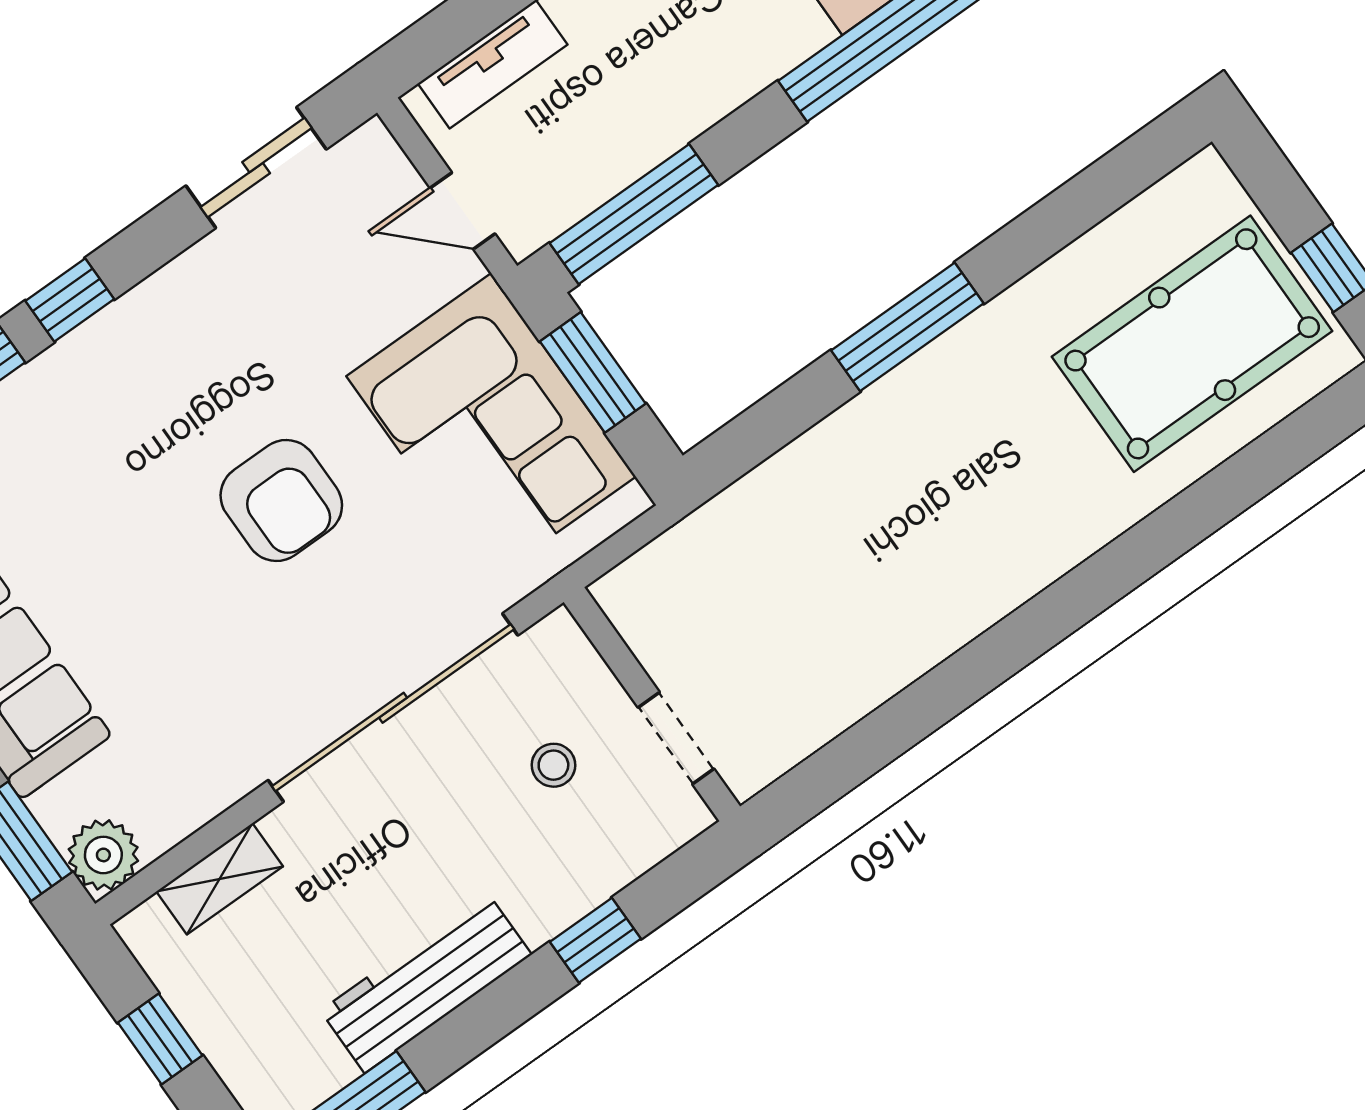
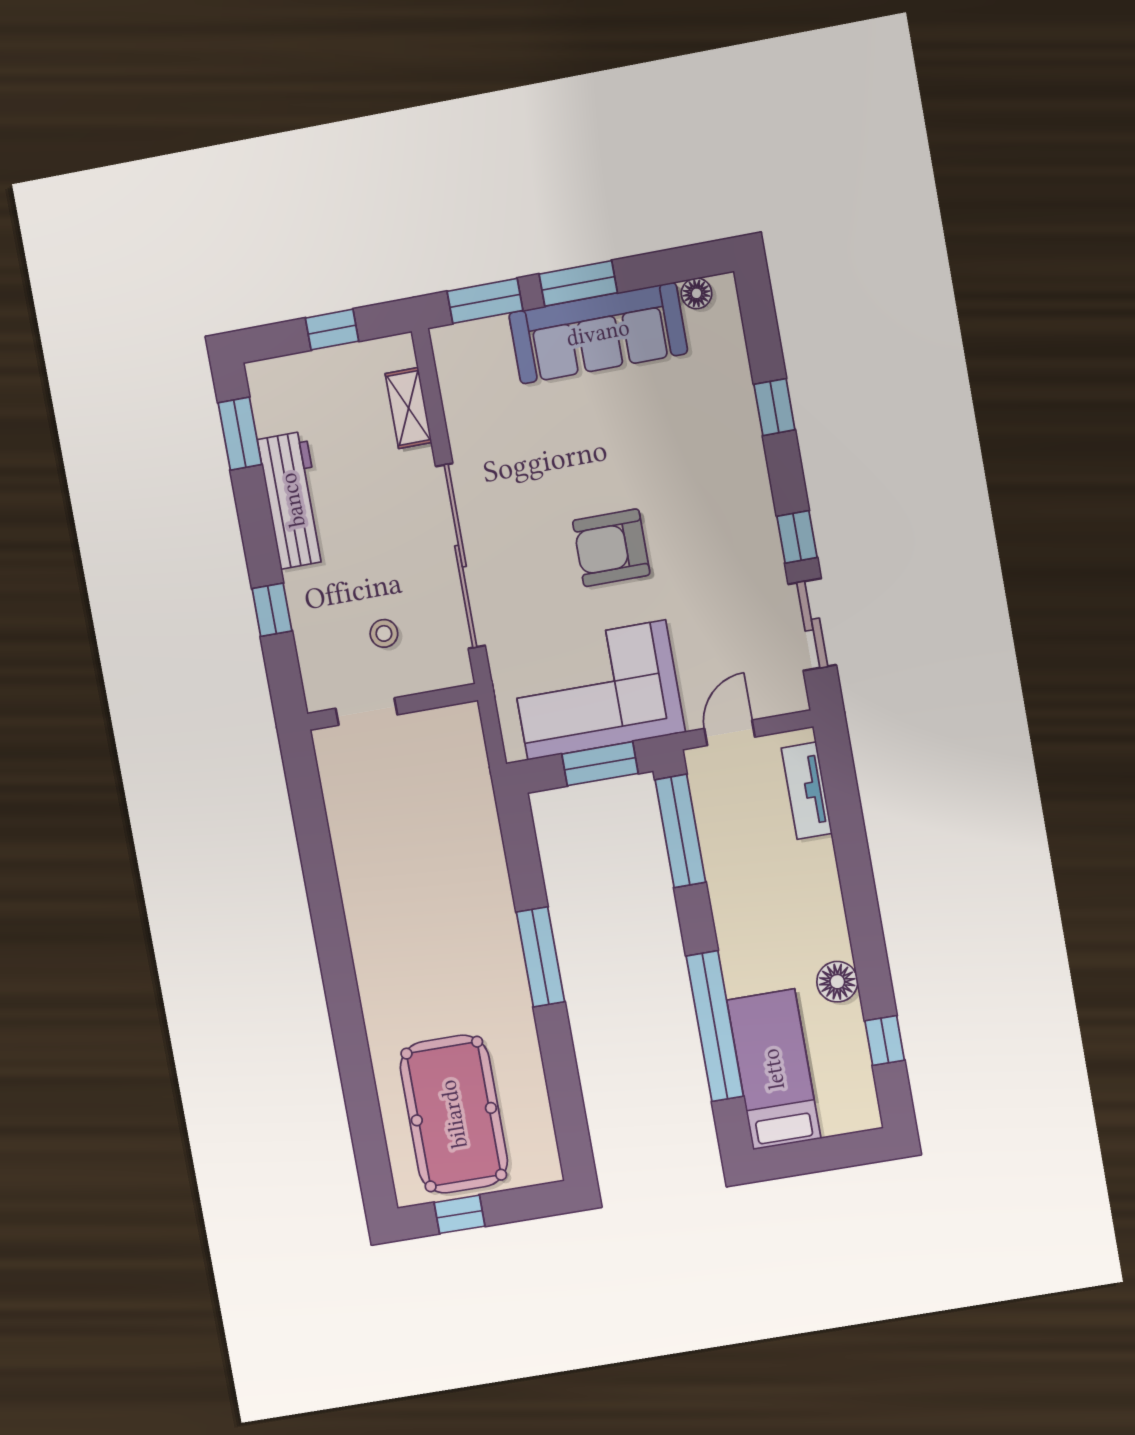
window: (70, 300) -> (797, 537), moved
plant: (103, 855) -> (454, 346), removed

